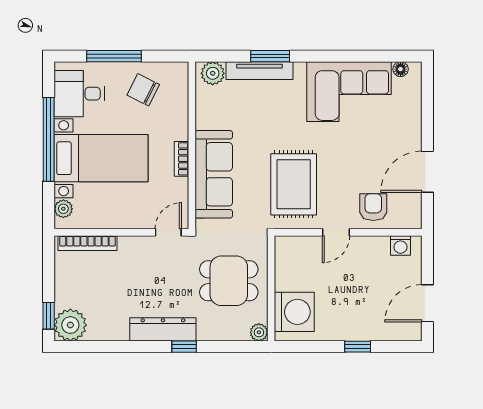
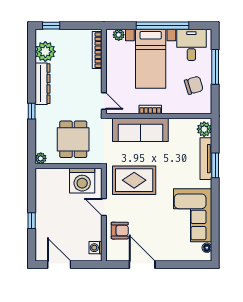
chair: (143, 90) -> (194, 85), turned 46
washing machine: (294, 312) -> (82, 181), moved
plant: (70, 325) -> (45, 52), moved
dresser: (163, 329) -> (42, 84), moved

